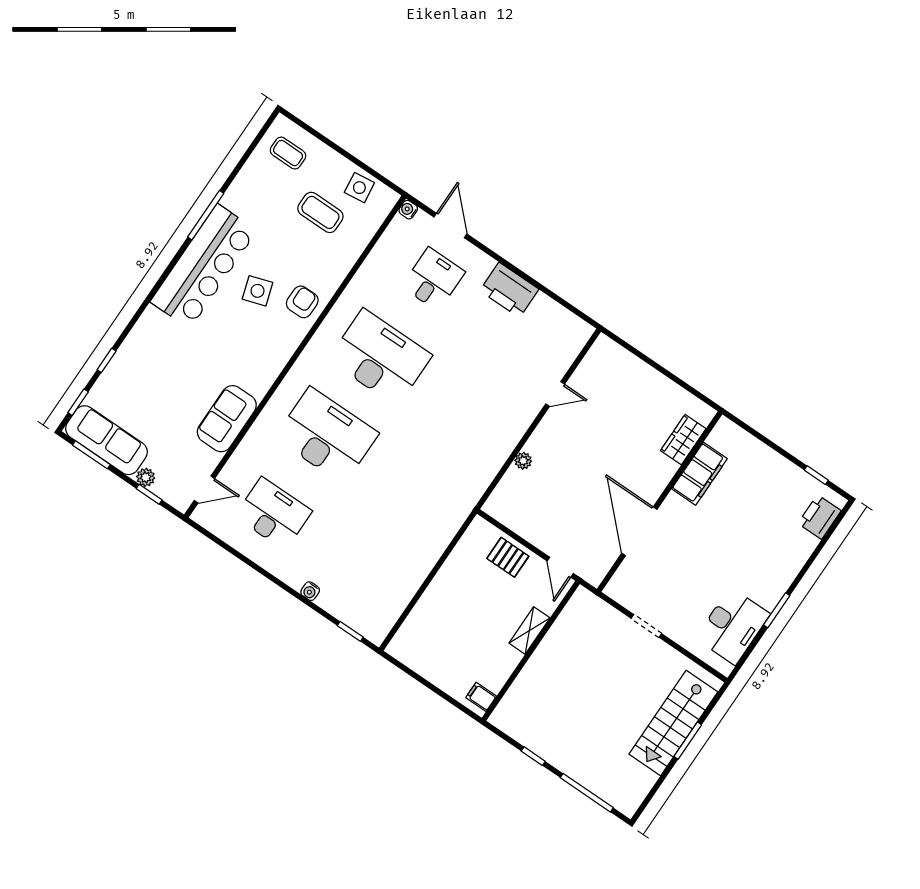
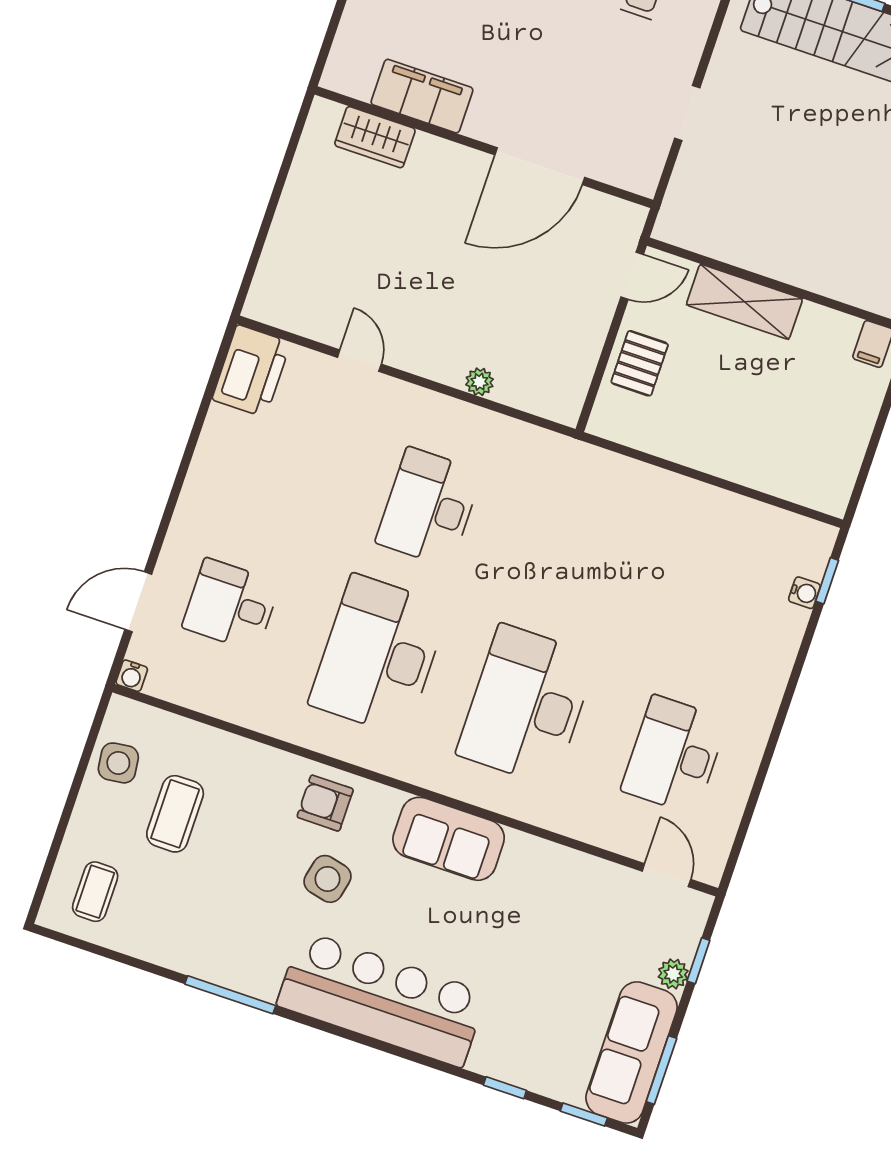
bar counter: (204, 266) -> (382, 999), moved
printer: (509, 290) -> (251, 371), moved
side table: (258, 291) -> (327, 879), turned 31
desk: (458, 411) -> (429, 507), added
sofa: (227, 419) -> (449, 839), moved
water cooler: (310, 591) -> (804, 593), moved
shelving: (529, 630) -> (744, 302), width x1.50, depth x1.33

